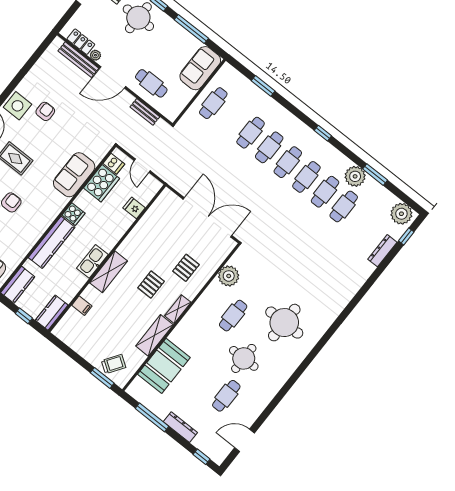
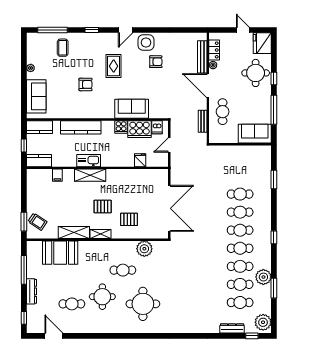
cafe table: (213, 103) -> (240, 302), moved
cooker: (73, 214) -> (121, 127), moved

